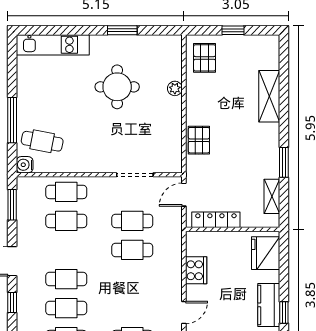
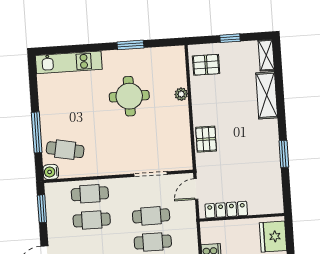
pallet: (205, 58) -> (206, 65), turned 90
shelving: (272, 196) -> (266, 55), moved

